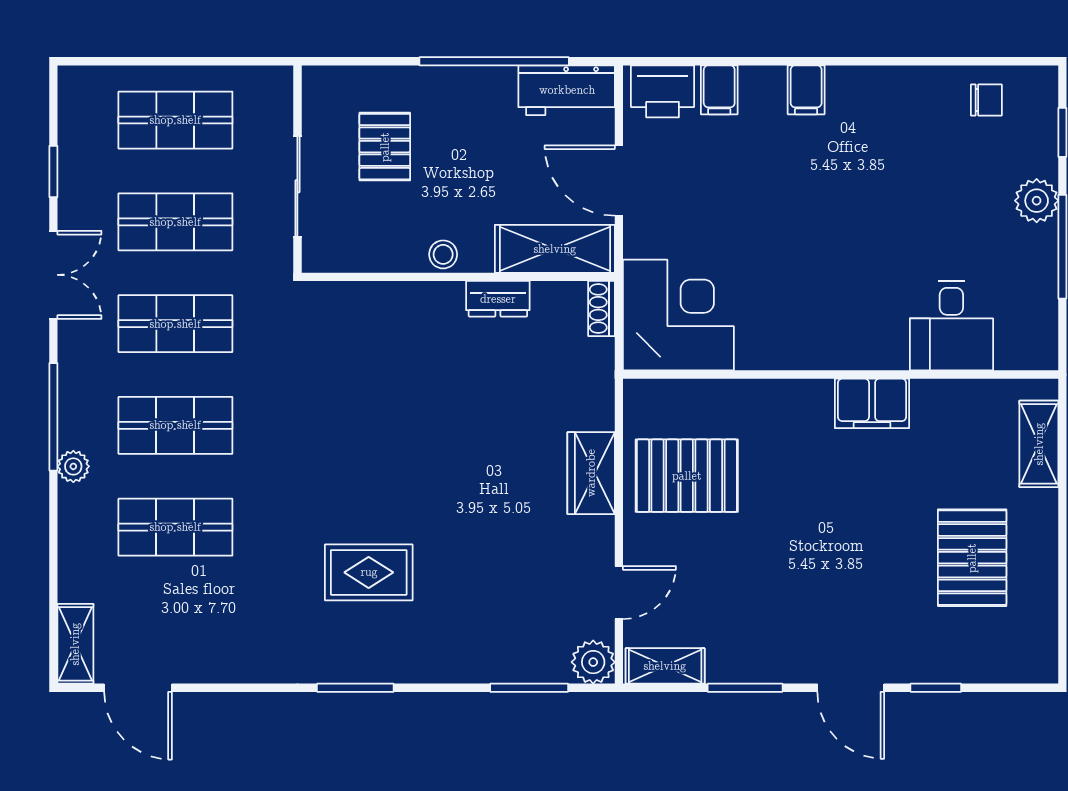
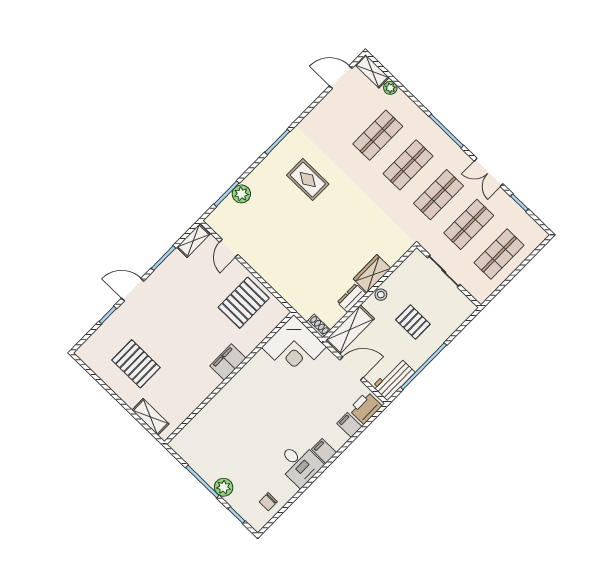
pallet: (385, 147) -> (413, 322), moved
desk: (951, 326) -> (299, 464), moved, turned 180
filing cabinet: (872, 403) -> (228, 362), moved
plant: (73, 466) -> (390, 88), moved
wardrobe: (591, 473) -> (372, 274), moved, turned -90
rug: (369, 572) -> (308, 180), turned 90
plant: (593, 662) -> (241, 194), moved

